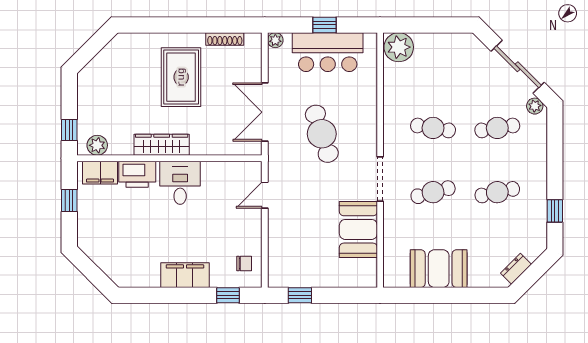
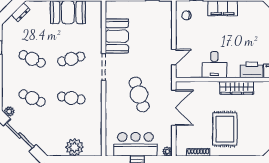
plant: (399, 47) -> (74, 147), moved
cafe table: (497, 128) -> (32, 98), turned 33
desk: (180, 183) -> (214, 65), moved
cafe table: (497, 192) -> (32, 59), turned 36

